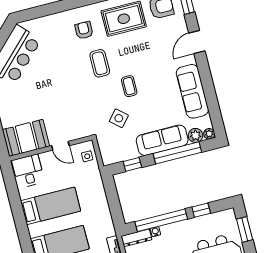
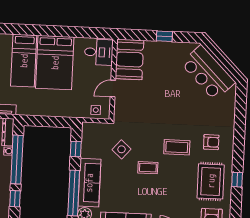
bed: (51, 206) -> (55, 63), width x1.50

